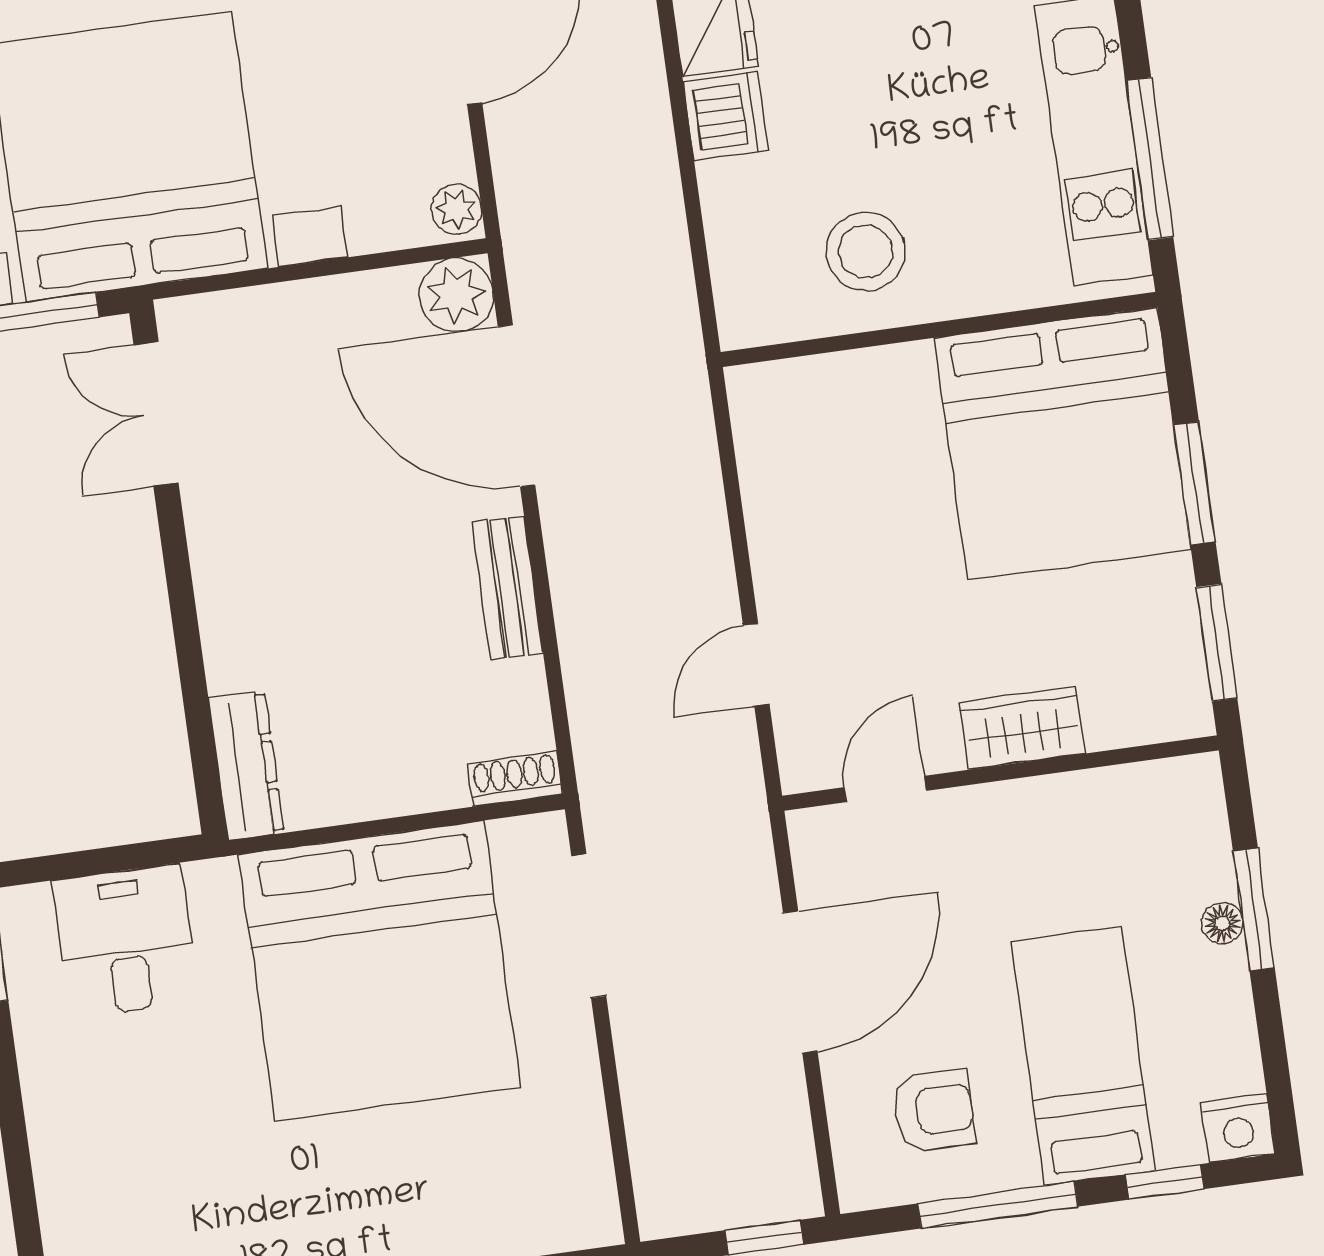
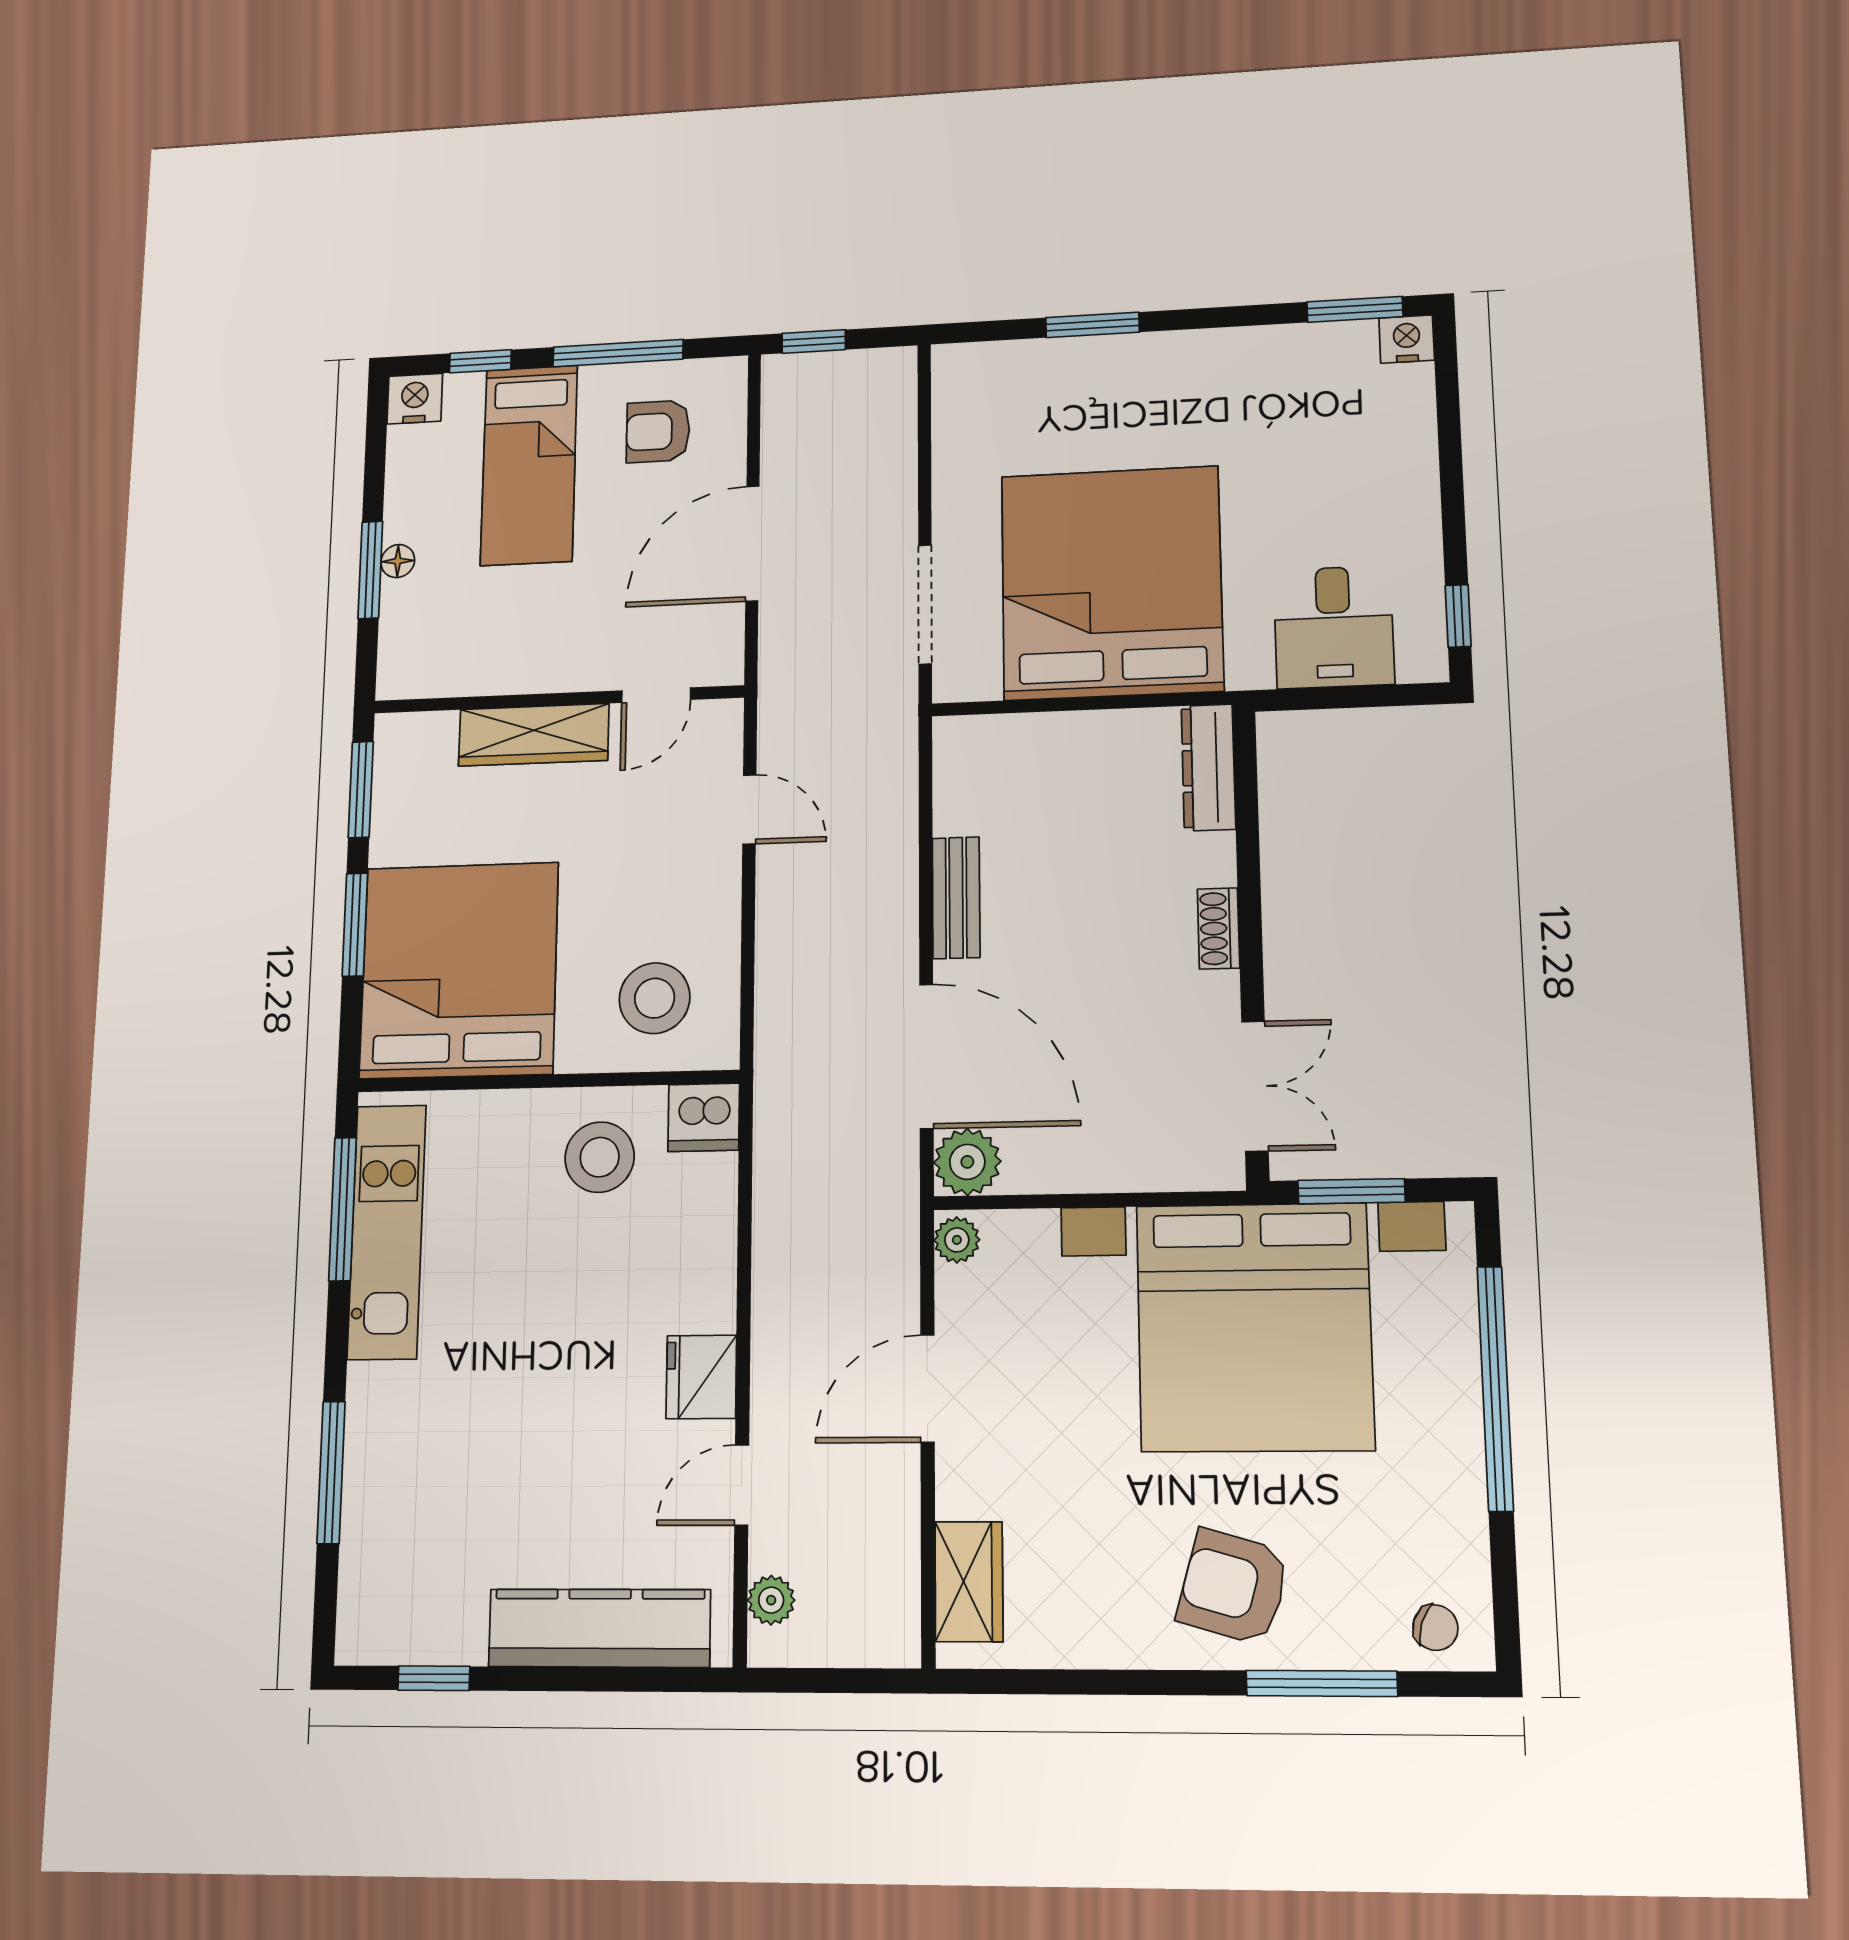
dishwasher: (726, 116) -> (704, 1117), moved, turned -90
stool: (832, 437) -> (655, 998), added
door: (756, 665) -> (749, 810), hinge flipped
wardrobe: (1022, 728) -> (534, 735), width x1.50
shoe rack: (515, 779) -> (1219, 928), moved, turned 90

